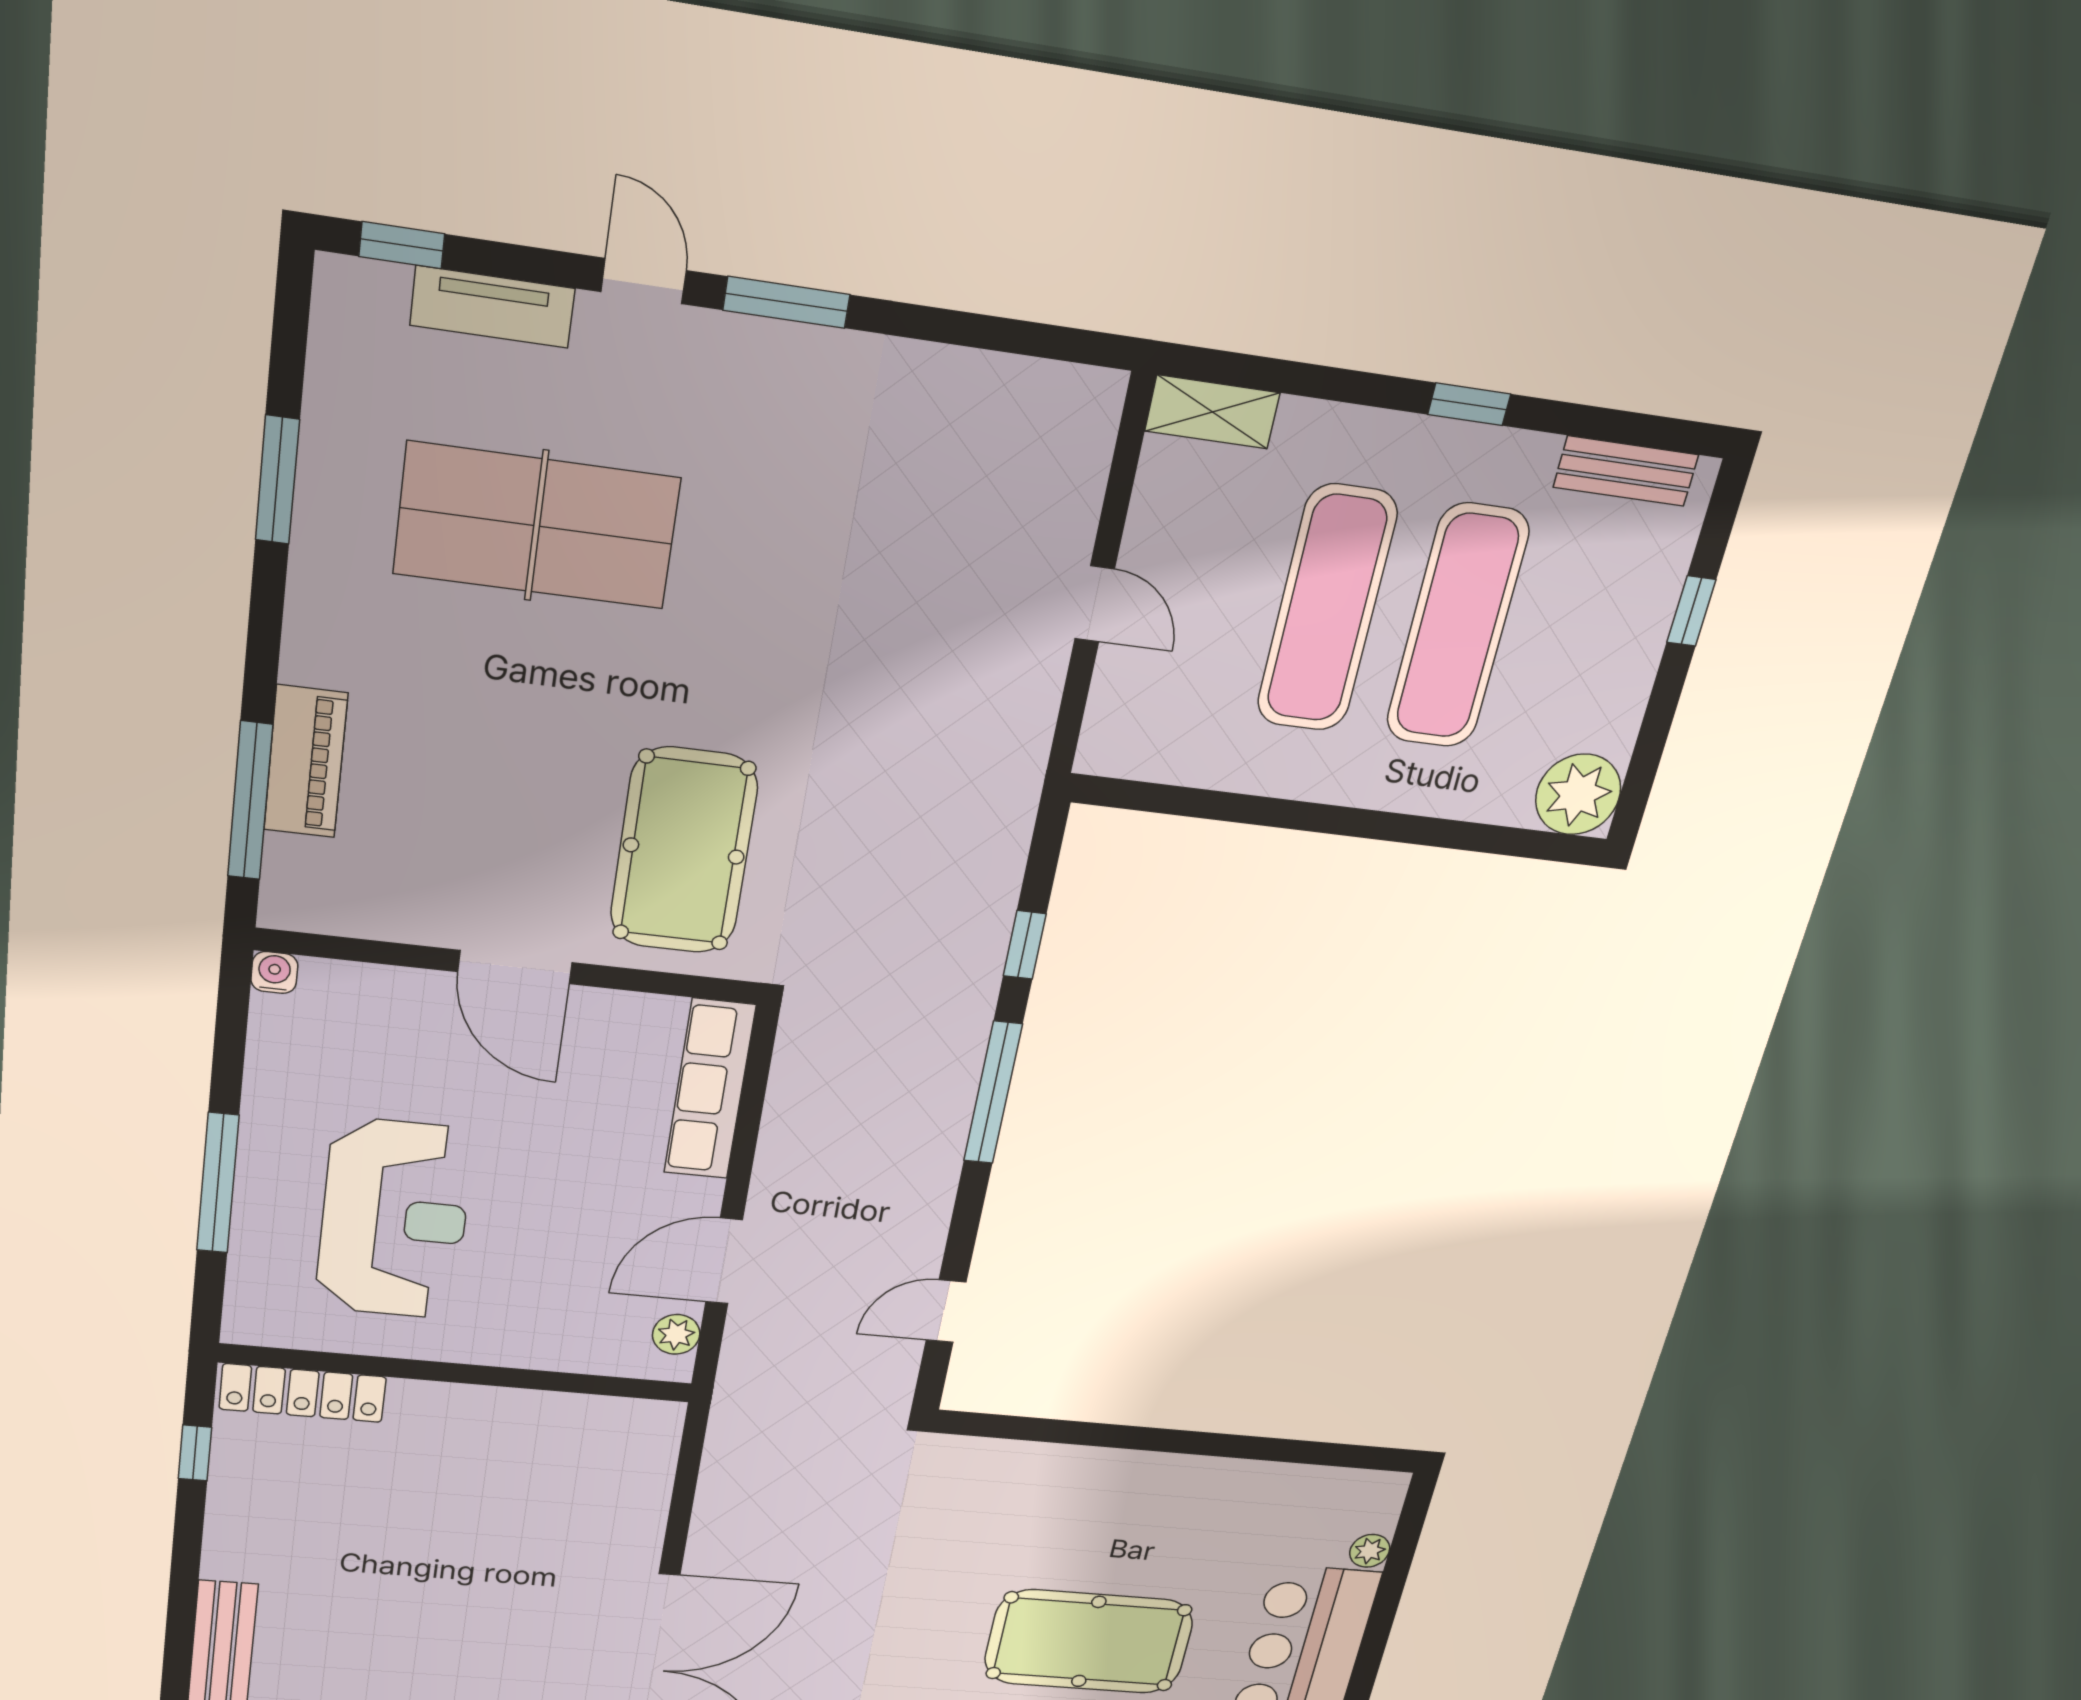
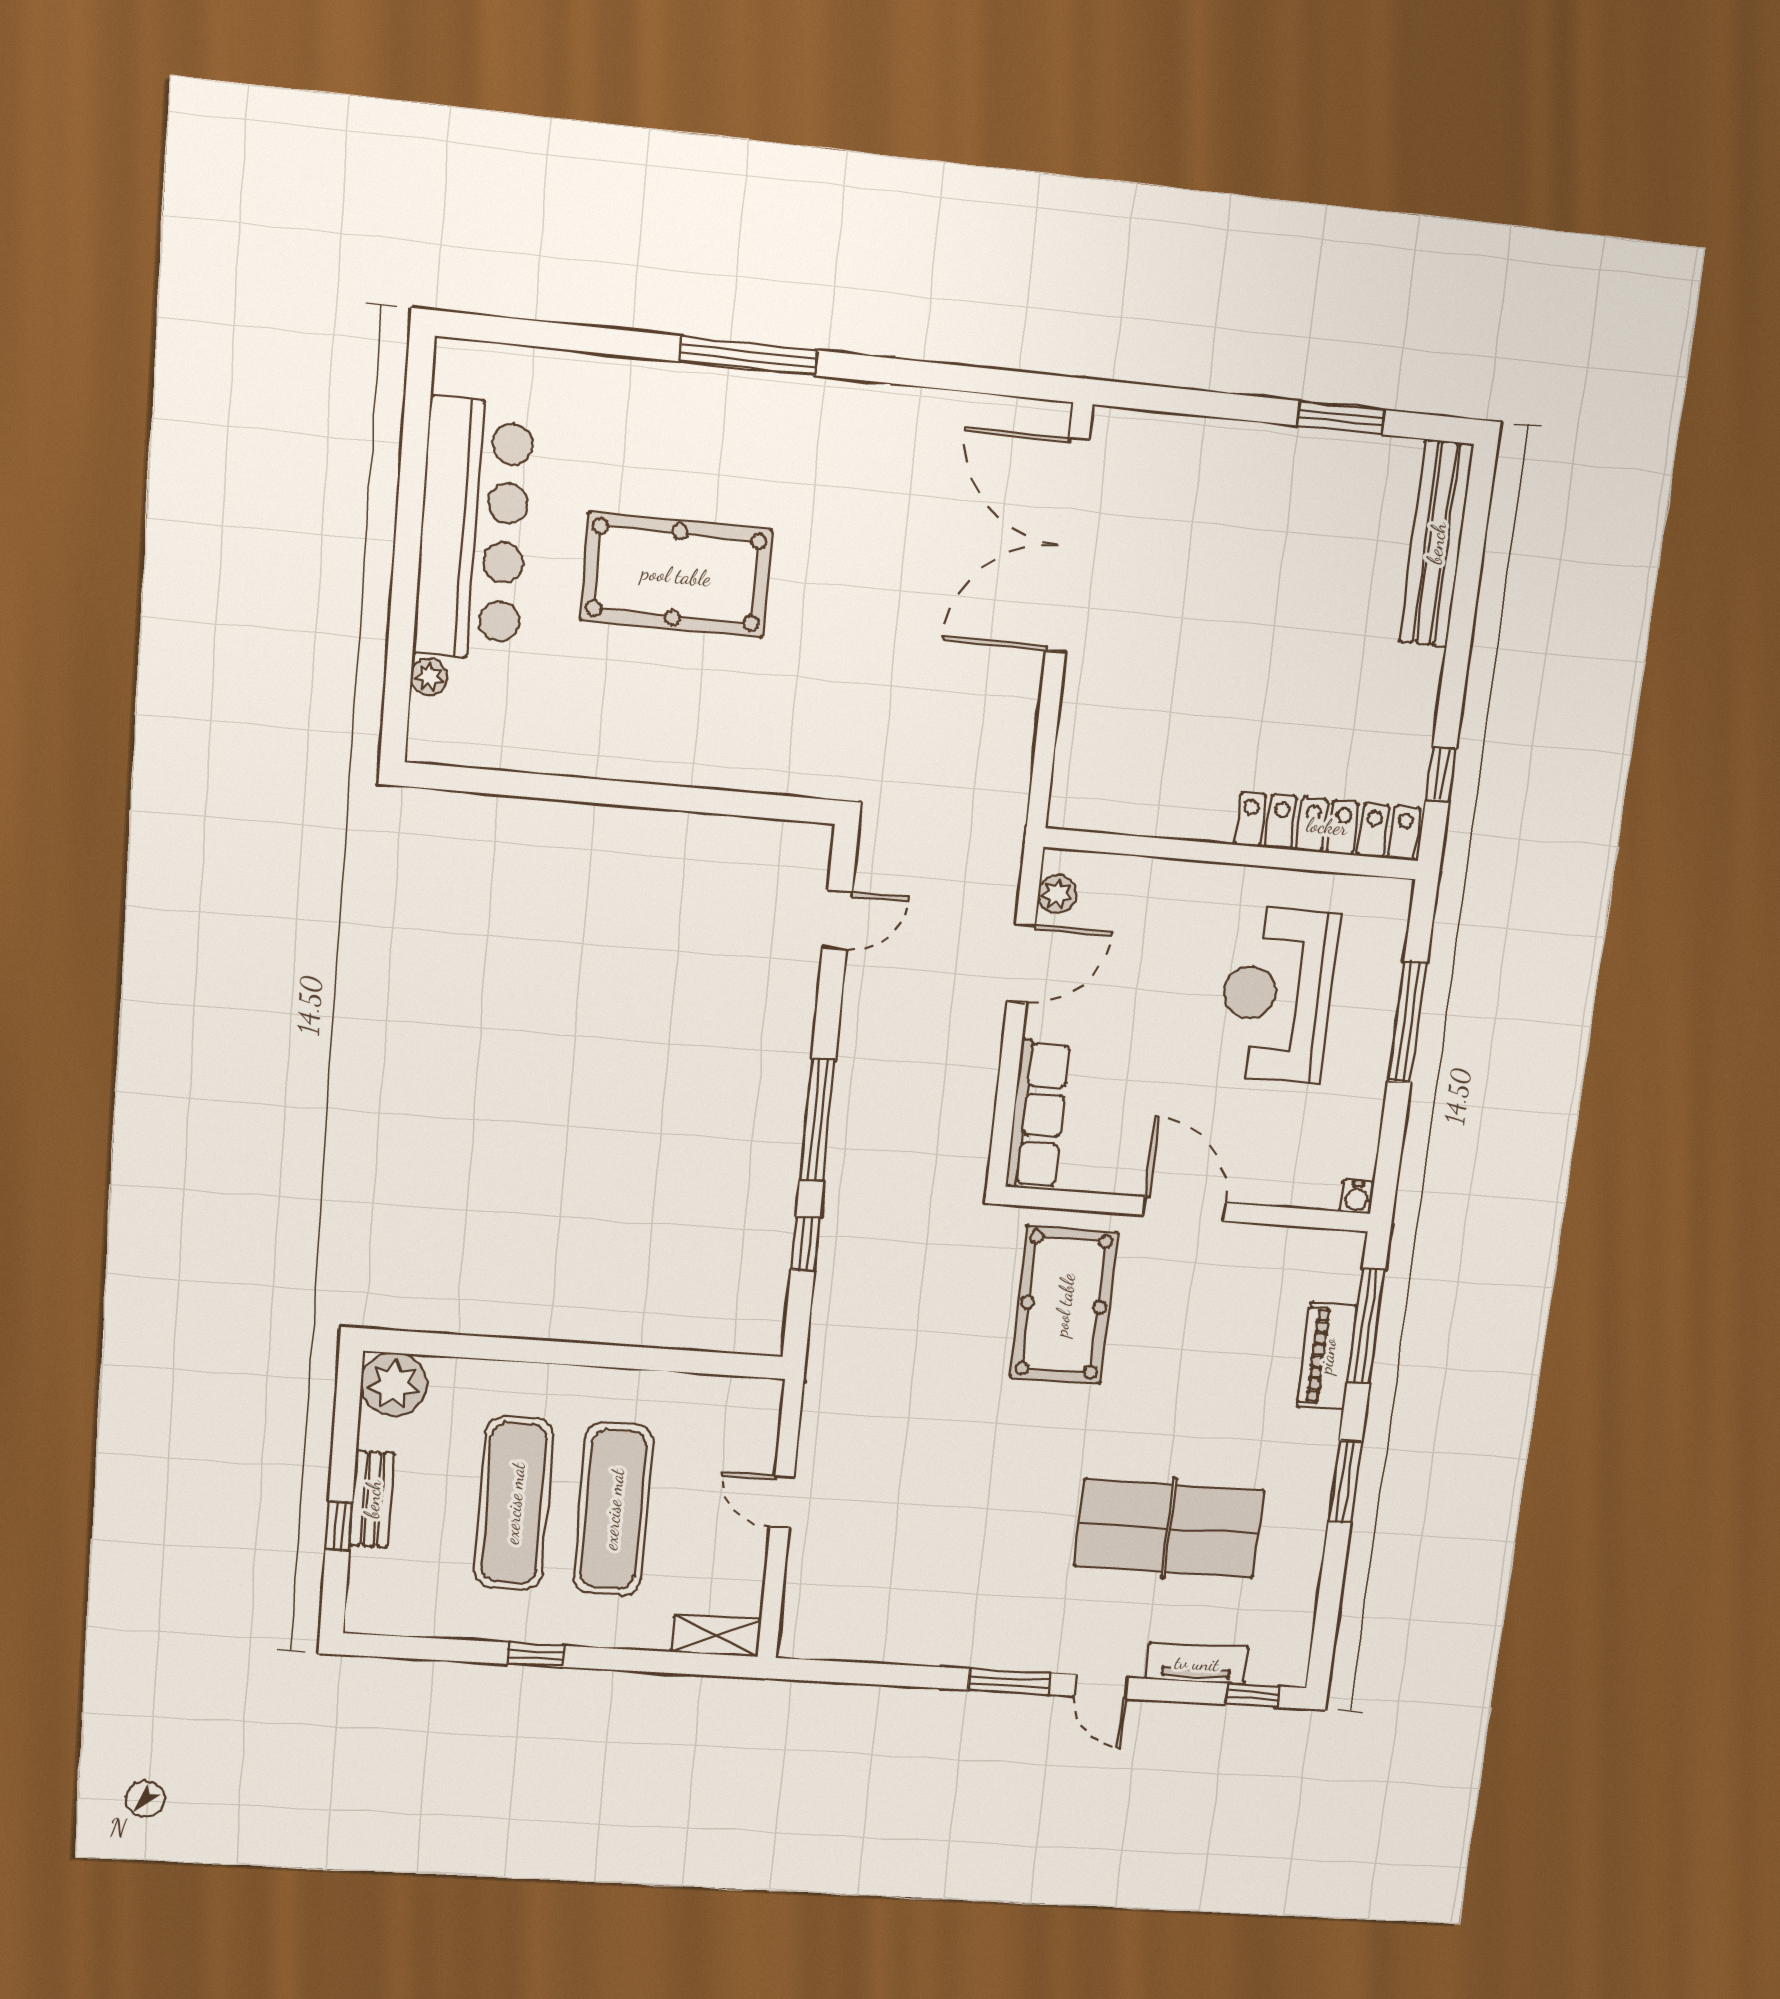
bench: (1626, 471) -> (372, 1499), moved, turned 90
window: (277, 480) -> (1345, 1482), moved
locker: (303, 1393) -> (1327, 826), width x1.41, depth x1.21

